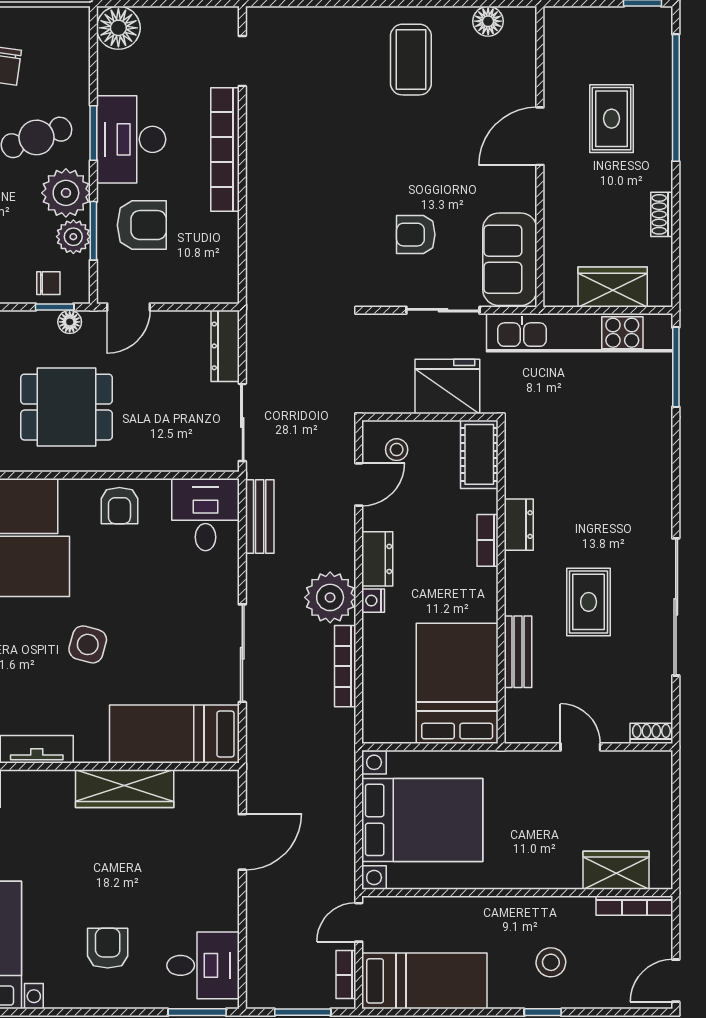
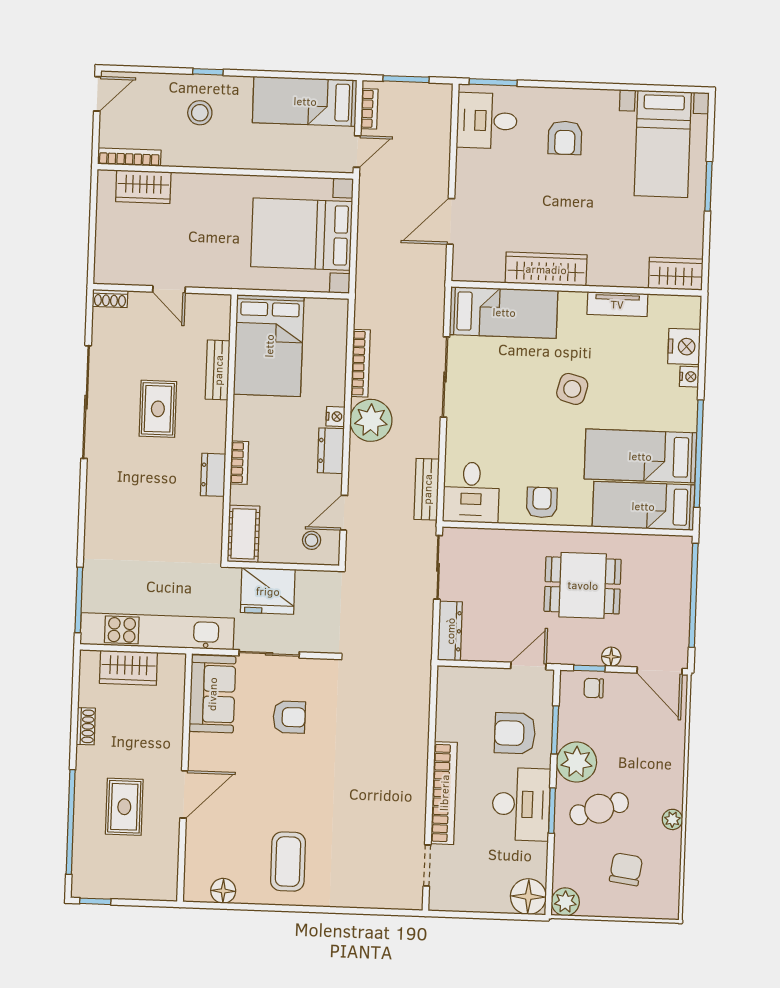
plant: (73, 237) -> (565, 902), moved
floor lamp: (70, 322) -> (611, 657), moved

